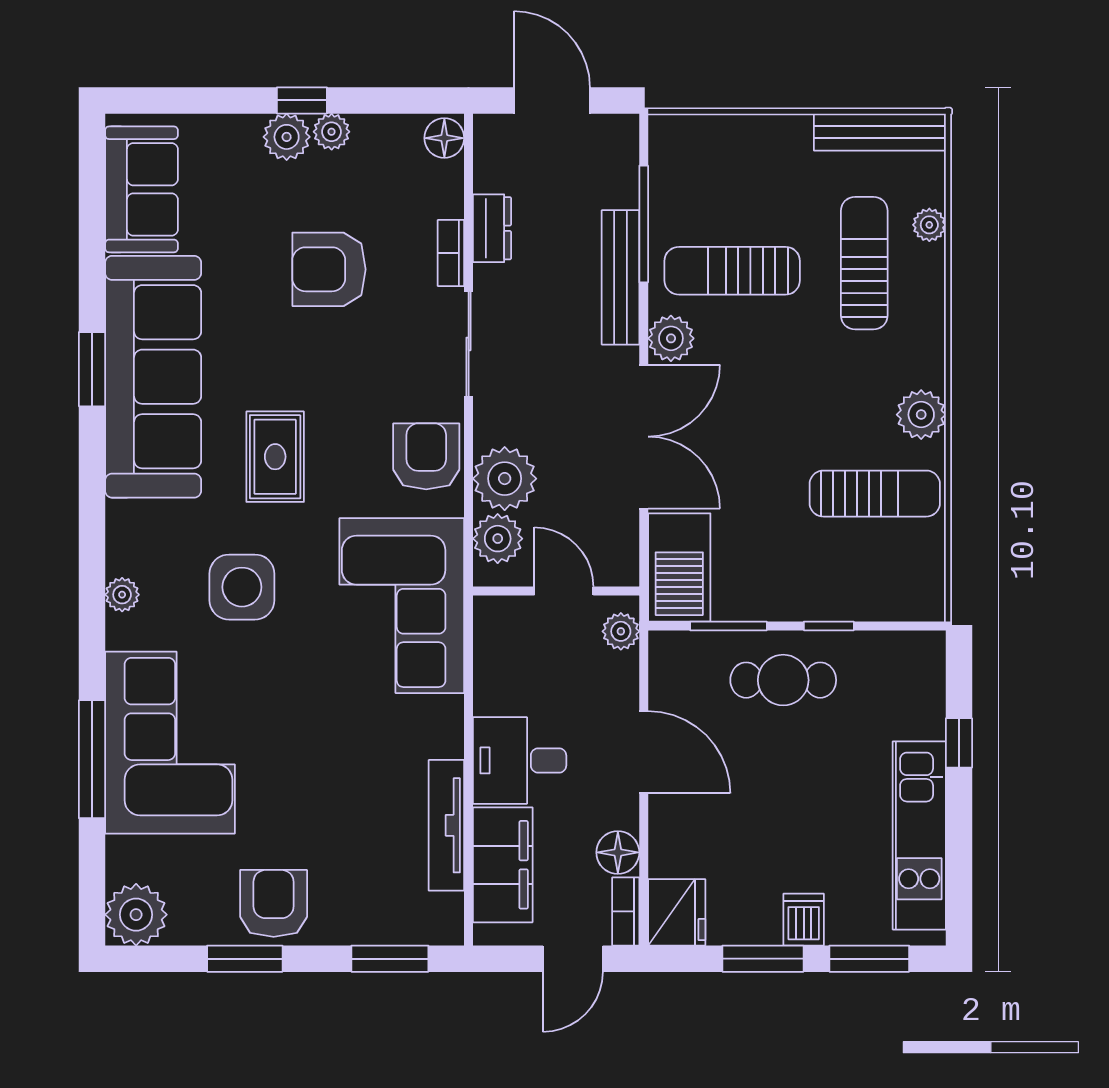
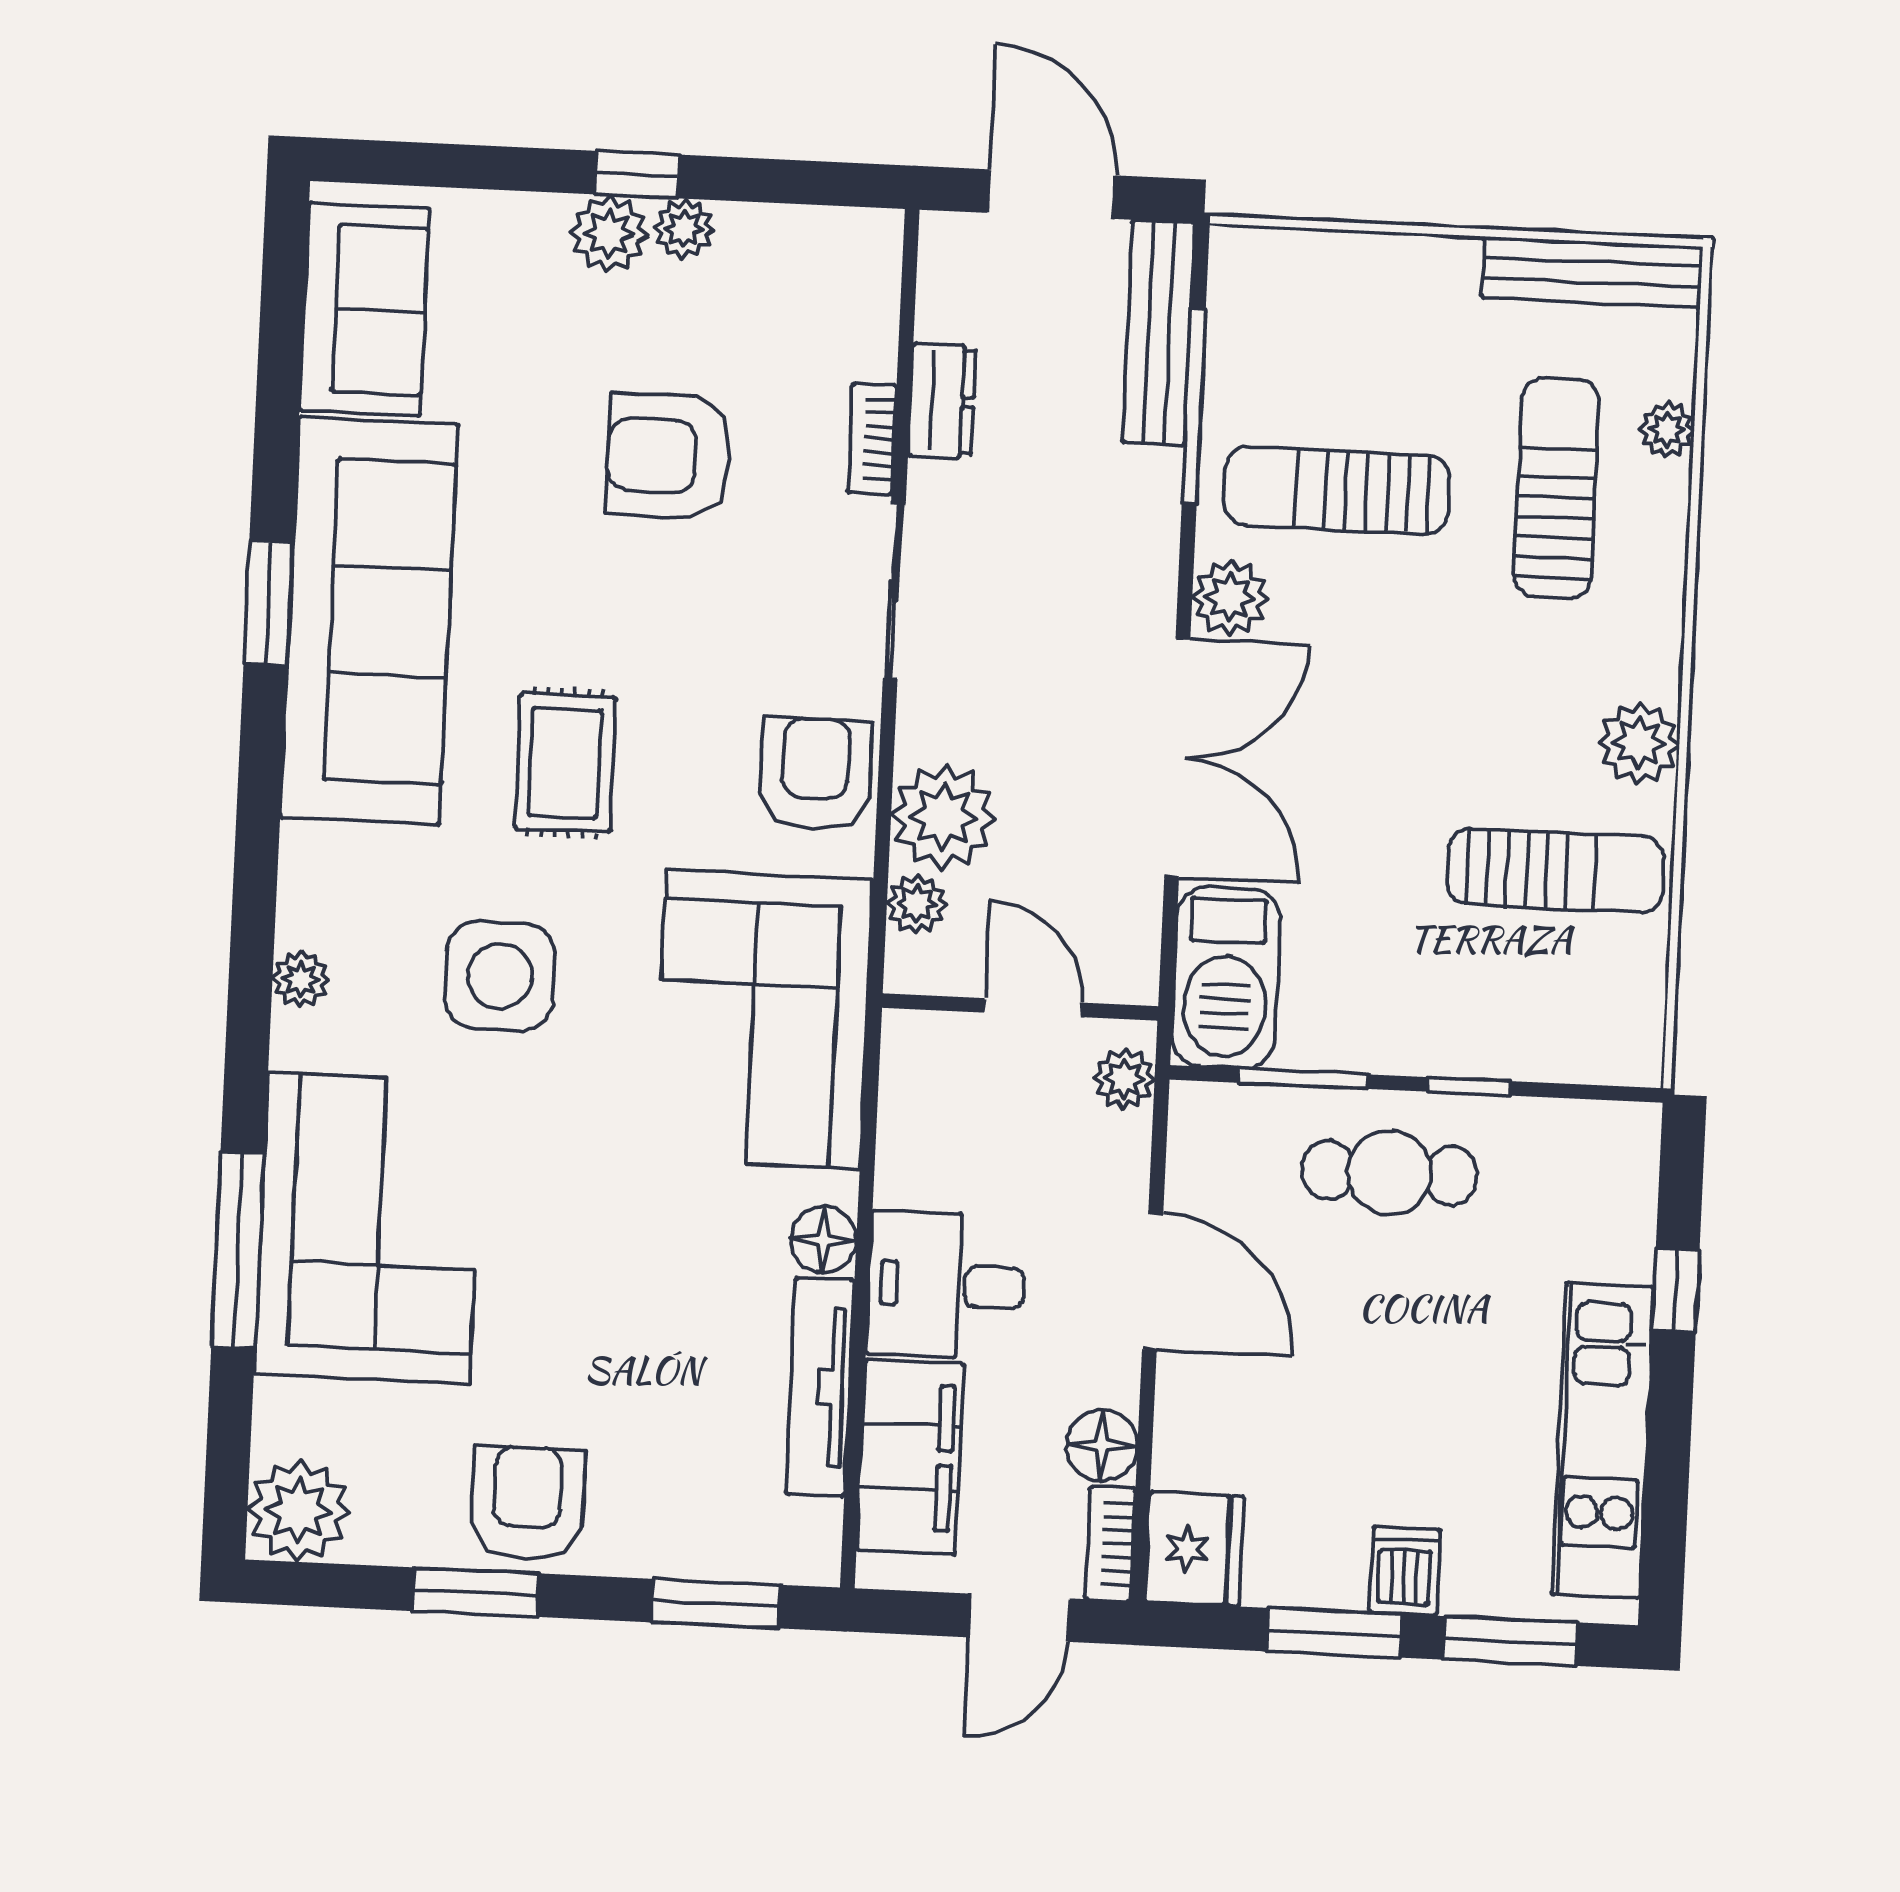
floor lamp: (444, 138) -> (823, 1240), moved
bench: (620, 277) -> (1159, 333), moved
plant: (498, 539) -> (917, 904), width x0.73, depth x0.73

